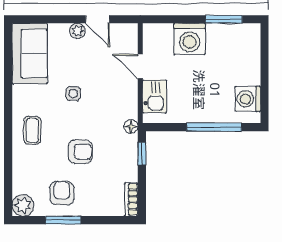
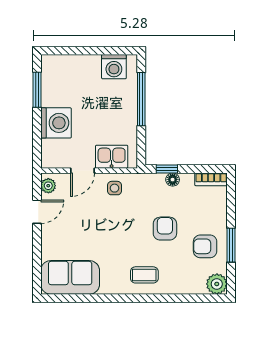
plant: (77, 31) -> (48, 186), moved
side table: (73, 94) -> (114, 188), moved
floor lamp: (131, 126) -> (173, 180), moved

